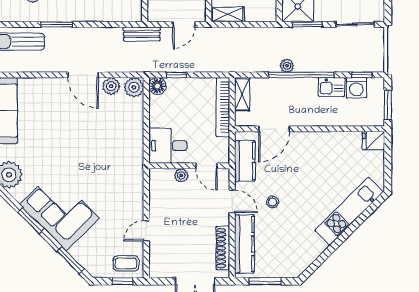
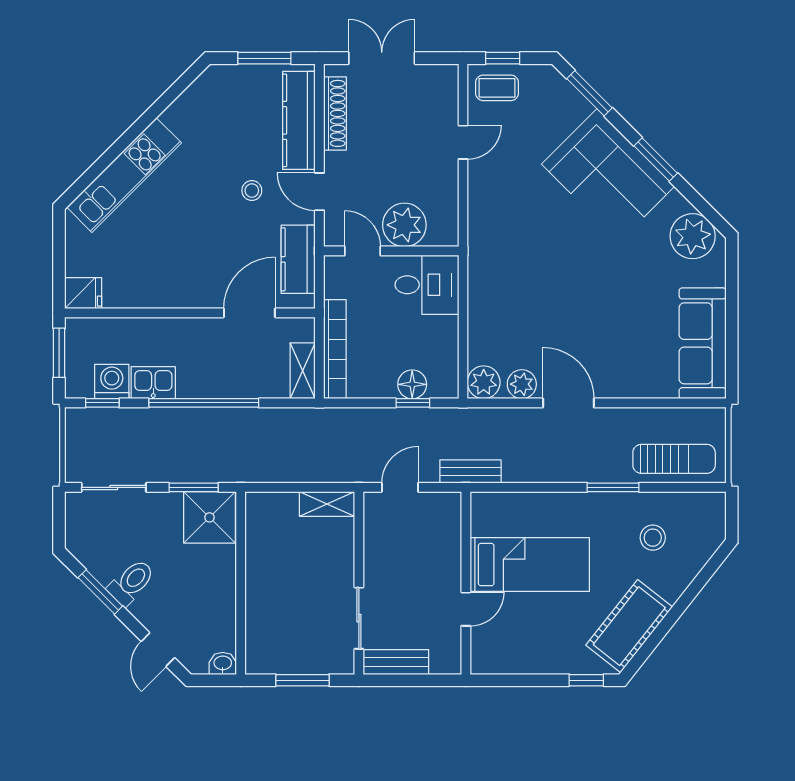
plant: (287, 66) -> (228, 418), removed
floor lamp: (157, 86) -> (412, 384), moved
plant: (181, 175) -> (404, 225), width x1.88, depth x1.88

